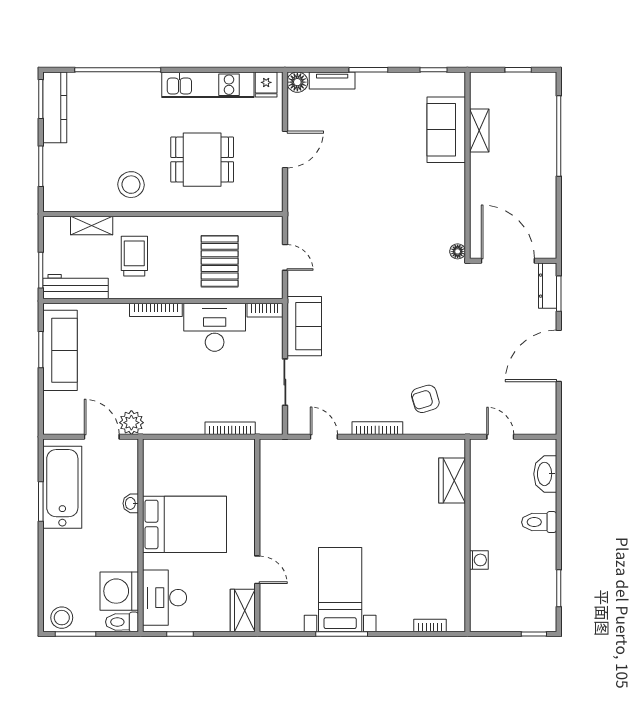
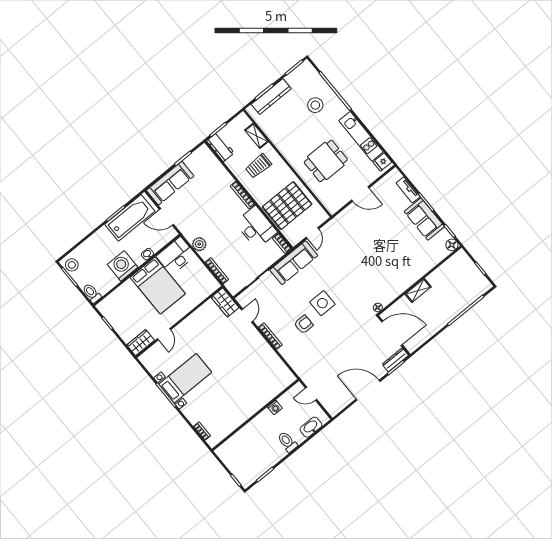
floor lamp: (297, 82) -> (452, 245), moved
kitchen counter: (55, 107) -> (271, 97), moved
sofa: (446, 130) -> (424, 219), moved, turned -90
shelving: (479, 131) -> (418, 291), moved
dining table: (202, 160) -> (326, 161), turned 90
stool: (131, 185) -> (315, 105), moved
trolley: (134, 256) -> (258, 166), turned 180
pallet: (220, 261) -> (287, 206), width x1.37, depth x1.41
door: (508, 261) -> (392, 333), hinge flipped
workbench: (76, 287) -> (220, 147), width x0.73
side table: (390, 321) -> (322, 303), added
sofa: (304, 326) -> (294, 263), width x1.36
sofa: (60, 350) -> (170, 183), moved
armchair: (425, 399) -> (304, 324), moved, turned 107
plant: (131, 423) -> (199, 244), moved
door: (102, 437) -> (166, 217), swing flipped
door: (500, 437) -> (311, 394), swing flipped
wardrobe: (452, 480) -> (225, 302), moved, turned -90
washing machine: (479, 560) -> (275, 408), moved
washing machine: (119, 591) -> (123, 266), moved
desk: (165, 598) -> (176, 256), moved

